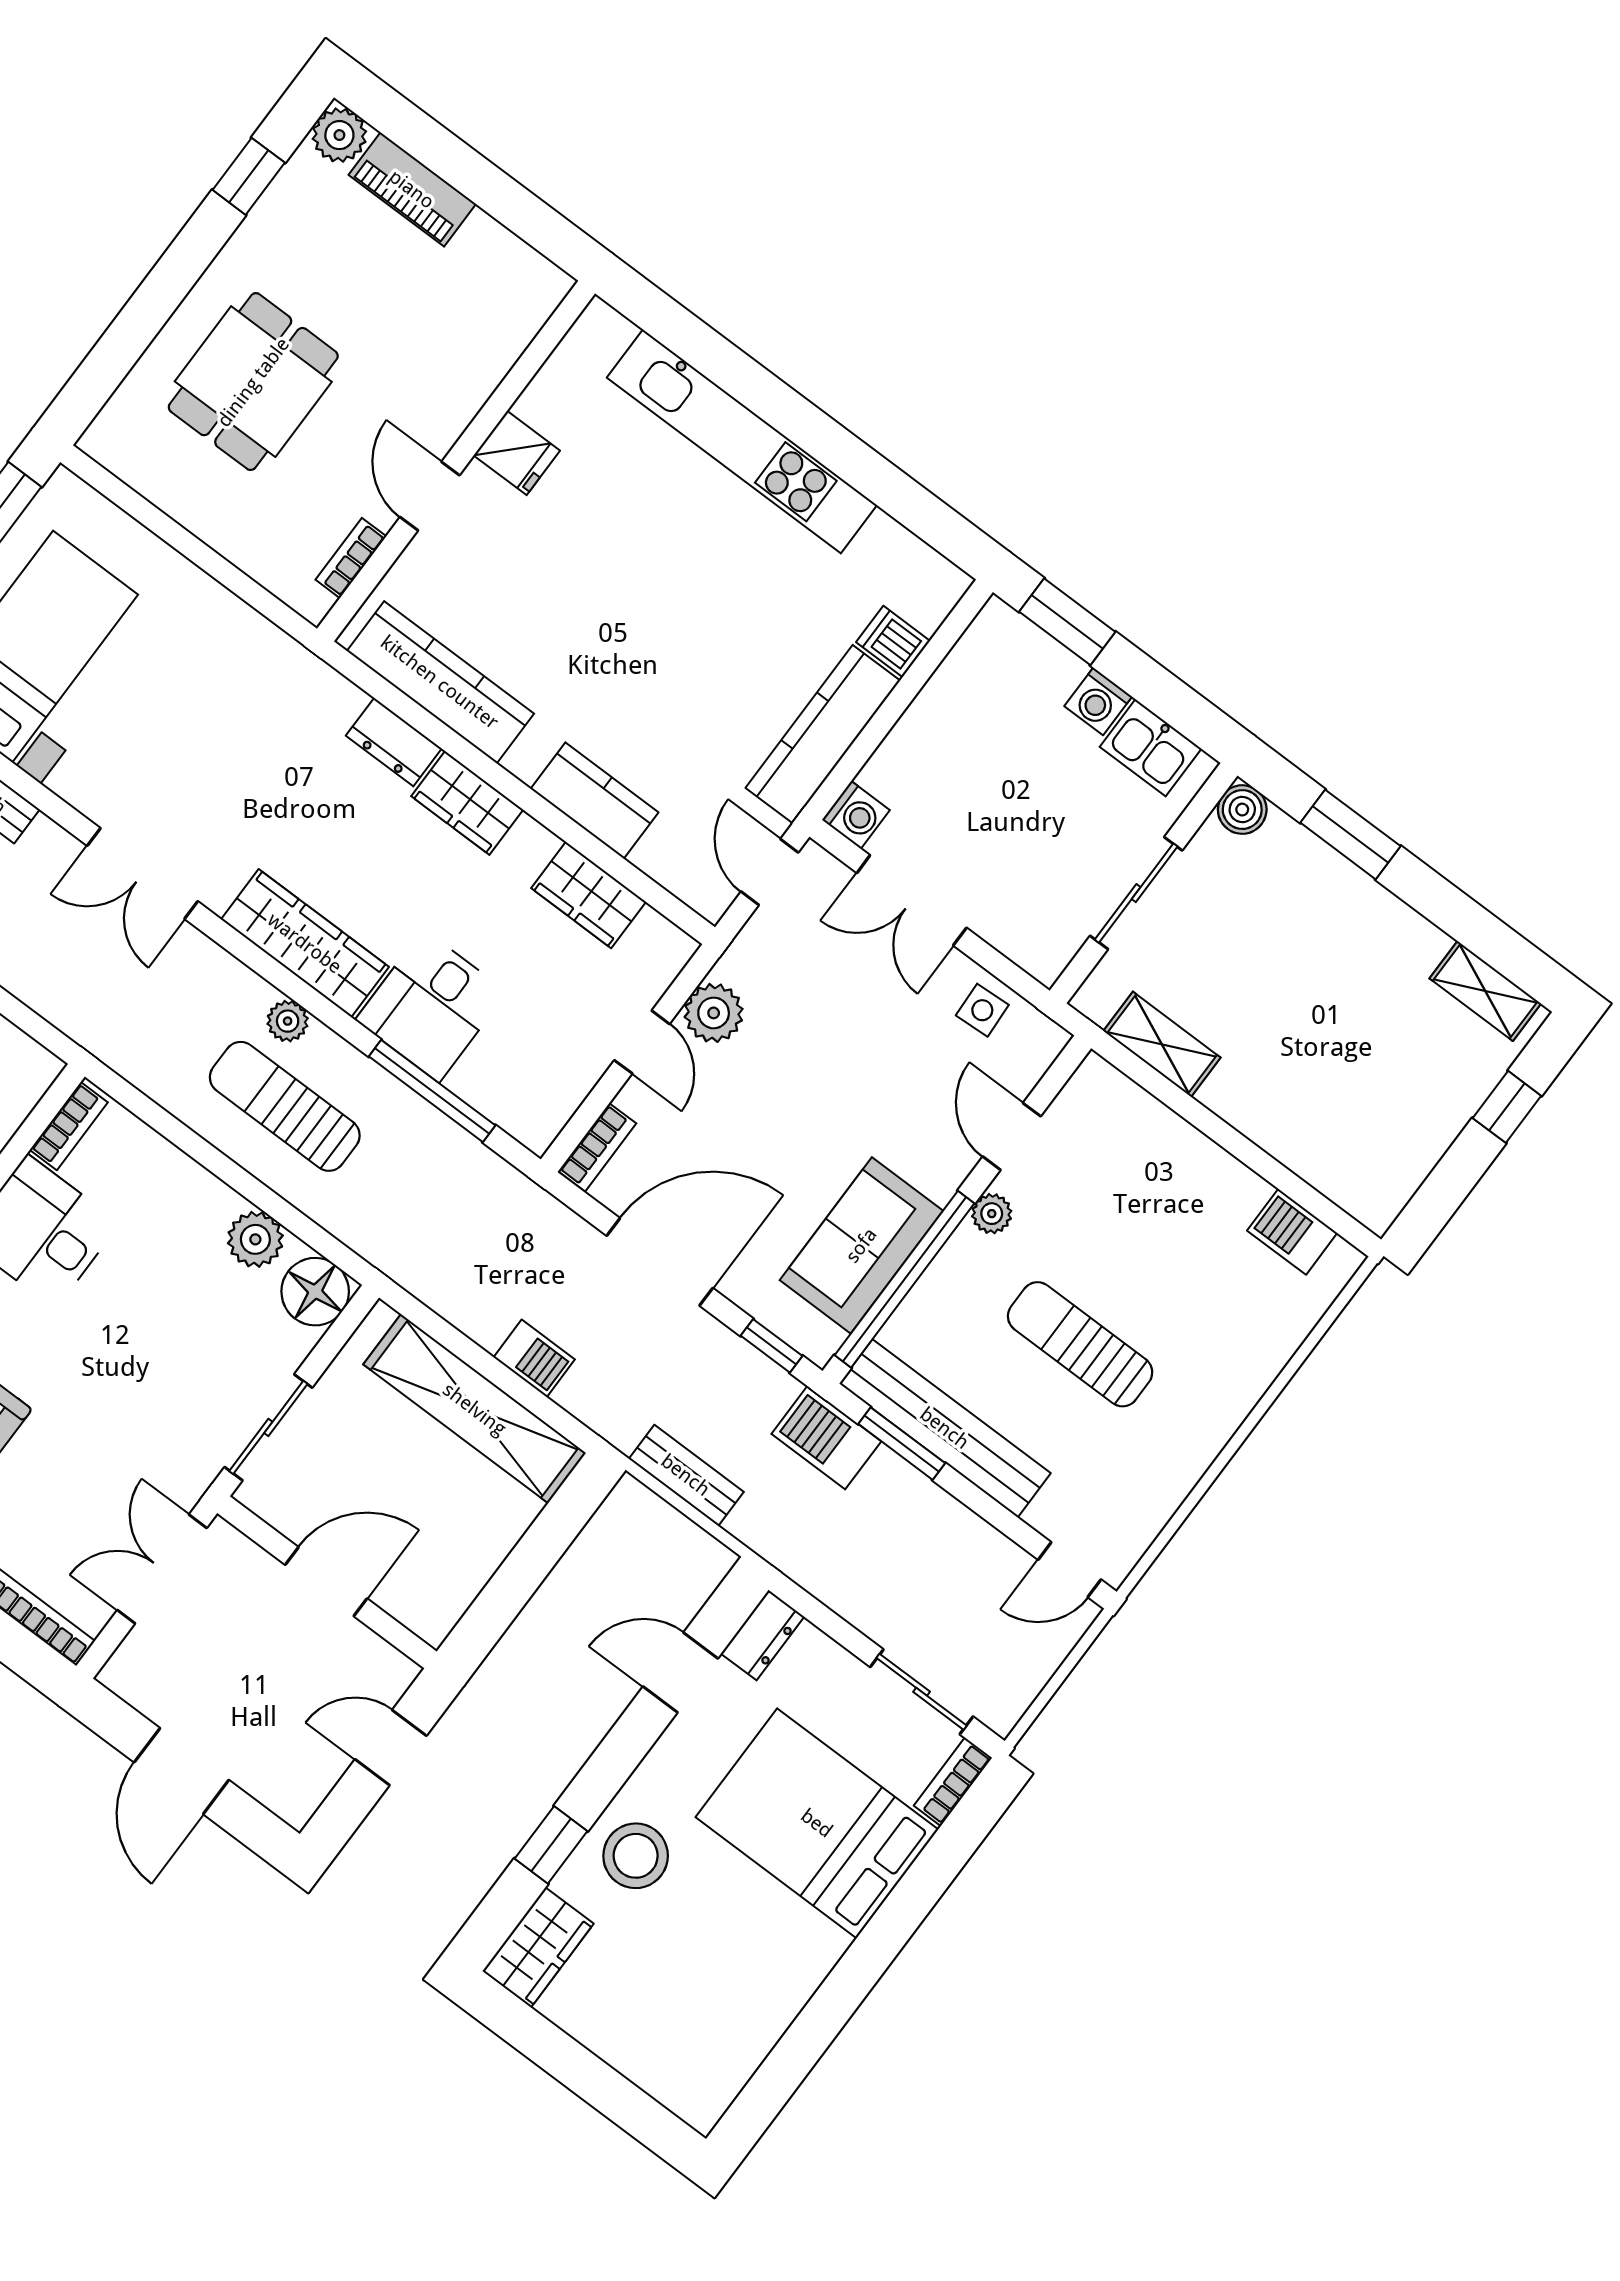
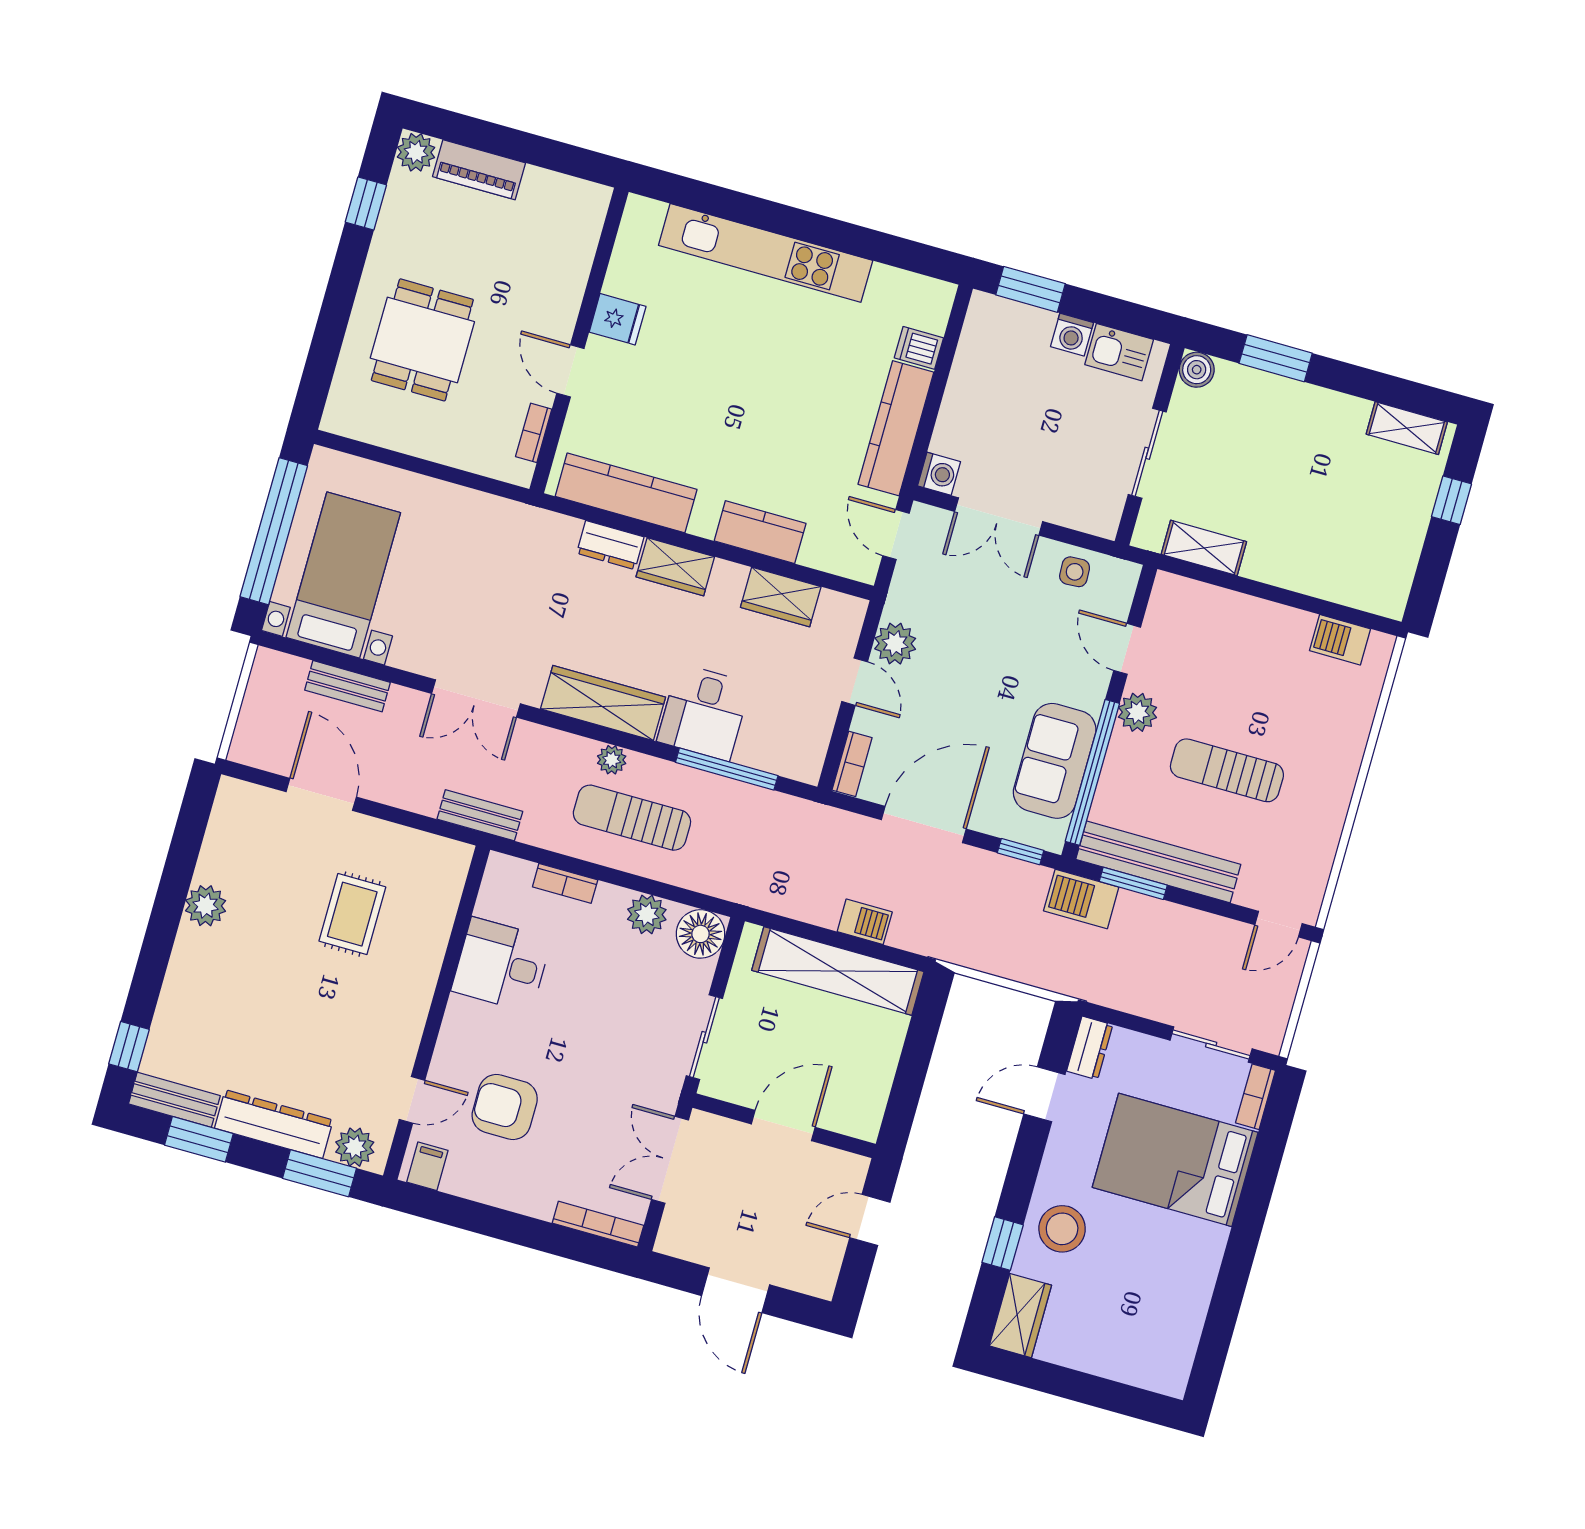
bookcase: (69, 1126) -> (565, 883), moved, turned 90
plant: (992, 1214) -> (1138, 712), width x1.38, depth x1.38
bench: (686, 1475) -> (480, 815), moved

